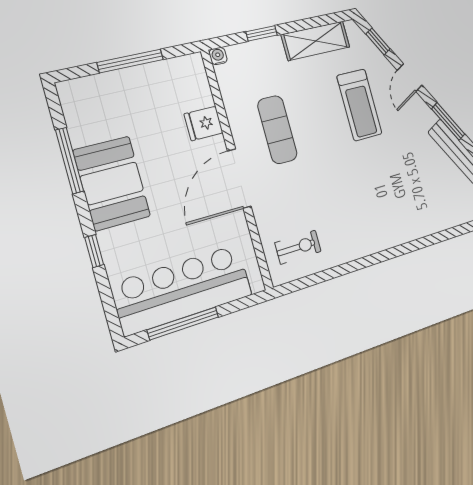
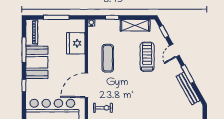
treadmill: (359, 105) -> (147, 57), turned 180
piano: (78, 112) -> (32, 32), added
fridge: (204, 123) -> (76, 43), width x1.88, depth x1.34
door: (239, 179) -> (86, 85), moved

